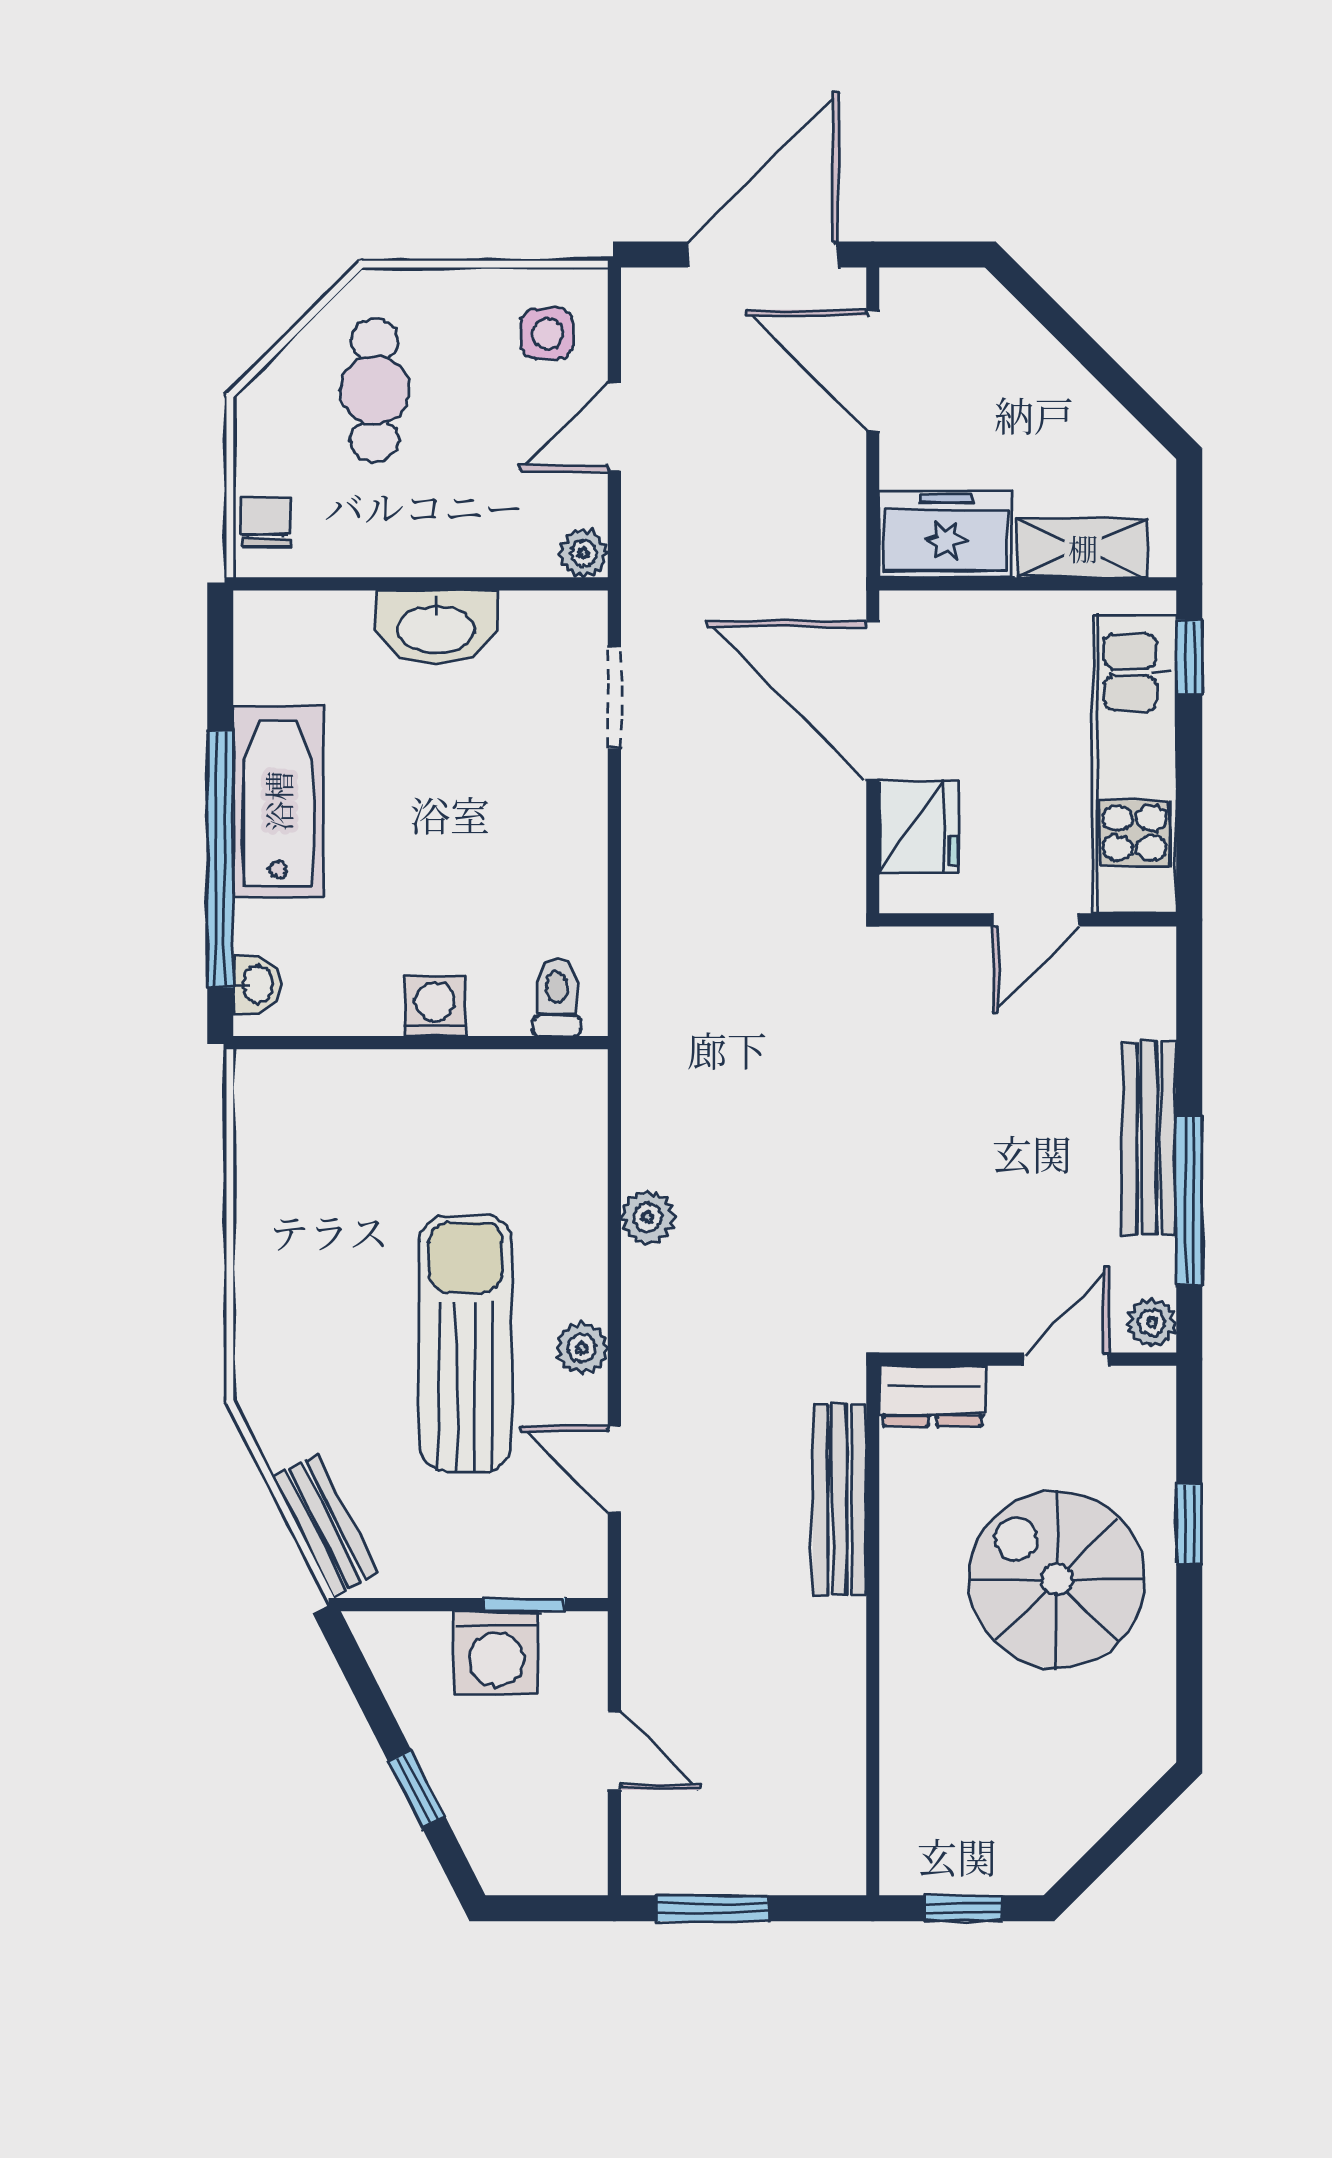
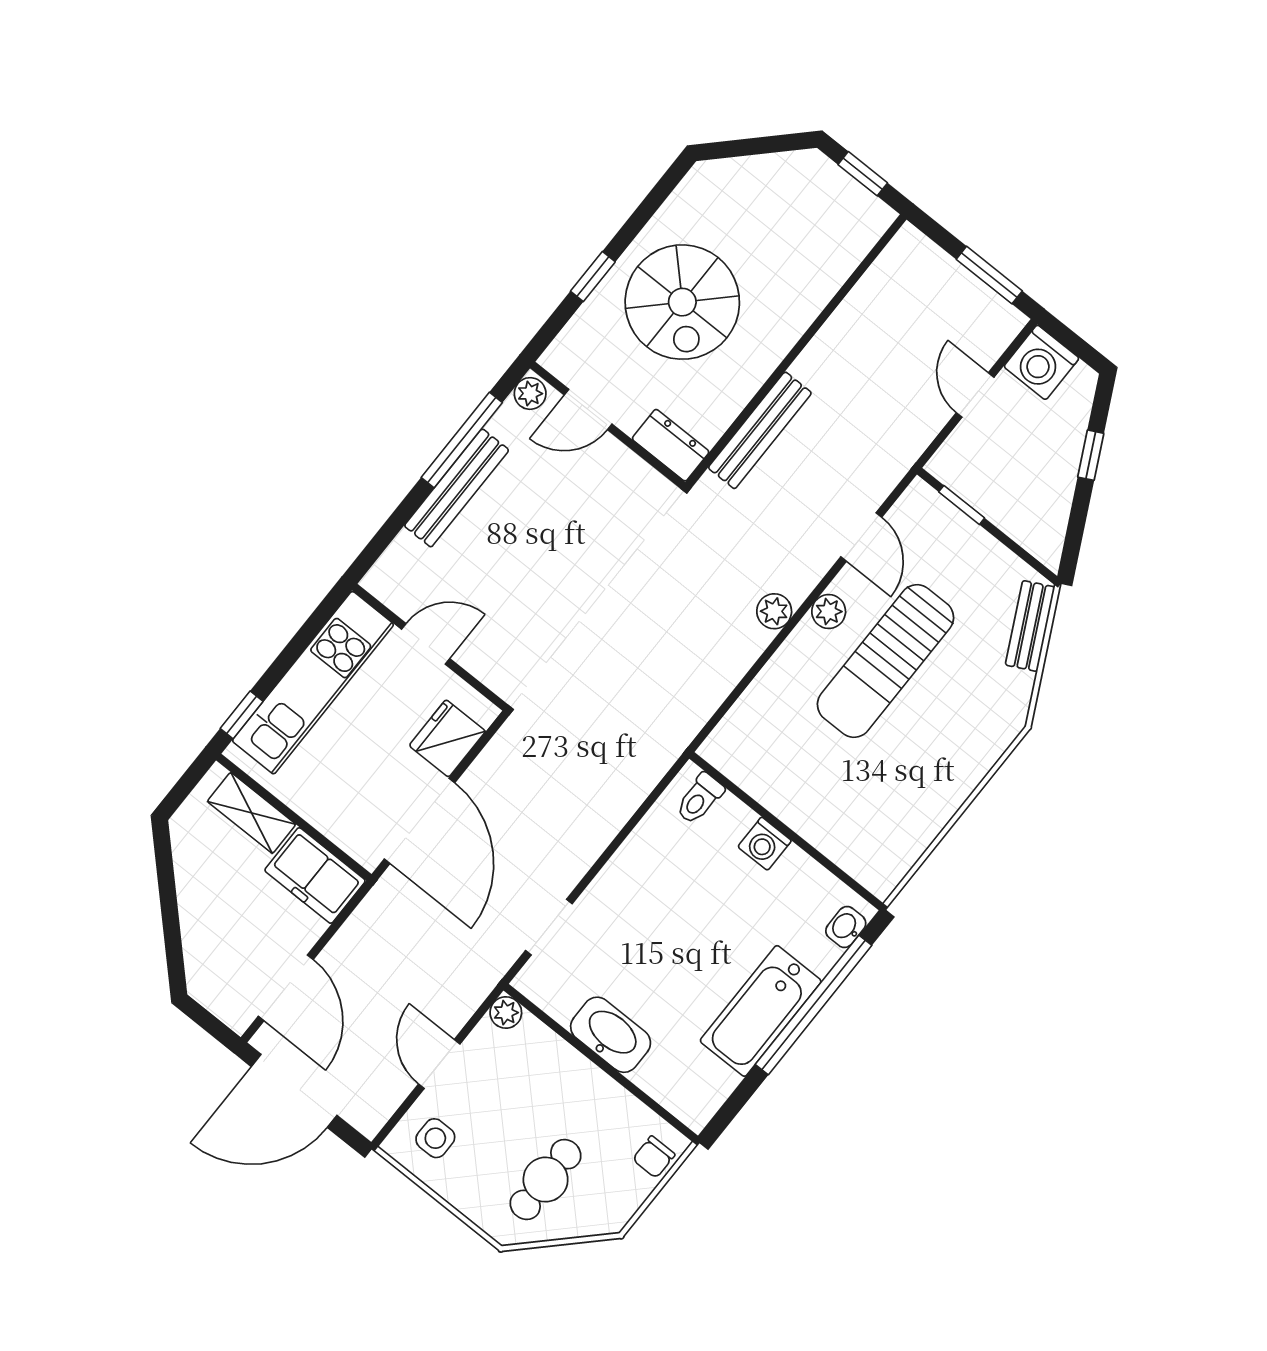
door: (614, 427) -> (439, 1064), swing flipped
plant: (648, 1217) -> (774, 611), moved
washing machine: (497, 1653) -> (1041, 362), moved, turned 180

